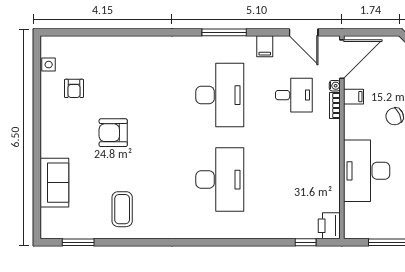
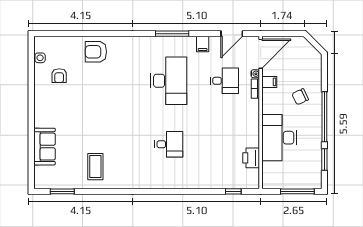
door: (304, 32) -> (232, 34), hinge flipped
armchair: (113, 133) -> (96, 52), moved
desk: (220, 180) -> (169, 144), width x0.53, depth x0.77
printer: (329, 226) -> (251, 158), moved

